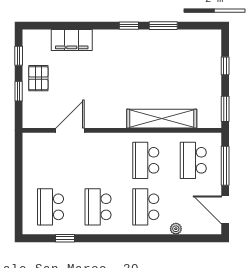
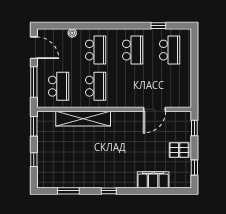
window: (163, 26) -> (68, 191), moved
pallet: (38, 78) -> (179, 150), turned 90
window: (19, 91) -> (194, 128), moved

